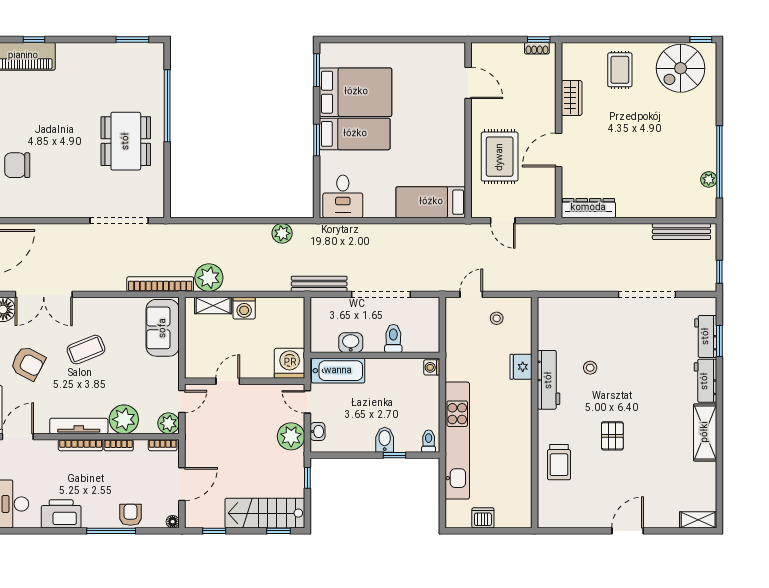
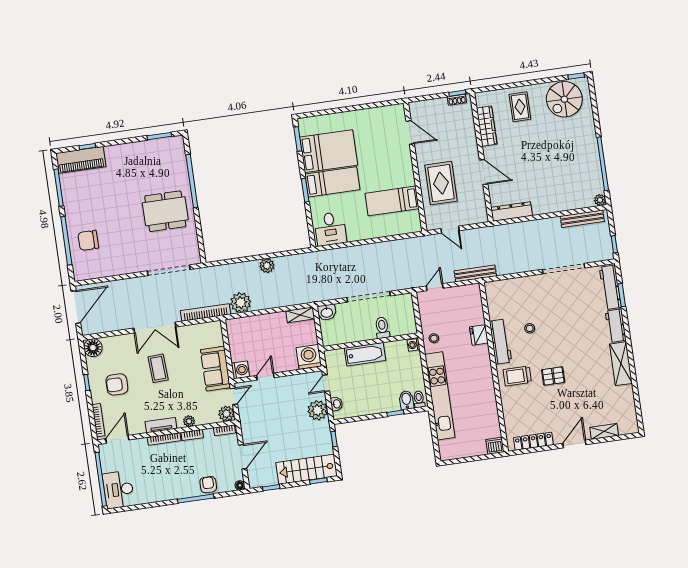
wardrobe: (572, 98) -> (487, 126), width x1.50
dining table: (126, 141) -> (165, 211), turned 90
door: (559, 150) -> (484, 172), swing flipped
plant: (709, 179) -> (600, 200), moved
bed: (431, 202) -> (392, 201), moved
plant: (282, 233) -> (267, 266), moved
bench: (319, 284) -> (475, 273), moved
double door: (44, 294) -> (155, 327), moved
shelving: (213, 306) -> (300, 315), moved
washing machine: (244, 308) -> (240, 370), moved, turned -90
stool: (497, 318) -> (434, 338), moved
sofa: (163, 328) -> (215, 369), moved
workbench: (706, 336) -> (610, 287), width x1.38
washbasin: (351, 343) -> (327, 312), moved, turned 180
coffee table: (86, 350) -> (158, 368), turned -71
armchair: (28, 363) -> (117, 384), turned 152
bathtub: (338, 371) -> (365, 354), moved
door: (307, 402) -> (326, 383), hinge flipped
plant: (124, 419) -> (189, 421), width x0.53, depth x0.53
tv unit: (79, 426) -> (161, 425), width x0.71
pallet: (612, 436) -> (553, 376), turned 90
bidet: (385, 440) -> (406, 400), moved
trolley: (559, 462) -> (517, 376), moved, turned 90
printer: (61, 514) -> (157, 491), removed
dishwasher: (483, 518) -> (495, 446), moved
locker: (573, 519) -> (533, 441), added
shelving: (698, 520) -> (604, 431), moved

